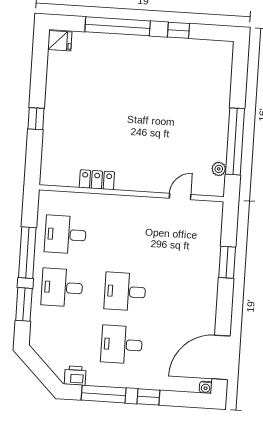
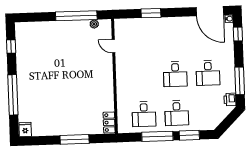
window: (179, 30) -> (11, 47), moved
window: (36, 119) -> (75, 139), width x2.17
locker: (97, 180) -> (109, 122), moved
window: (148, 397) -> (238, 34), moved

